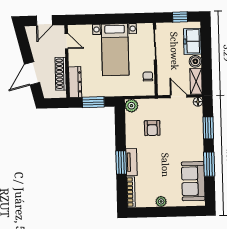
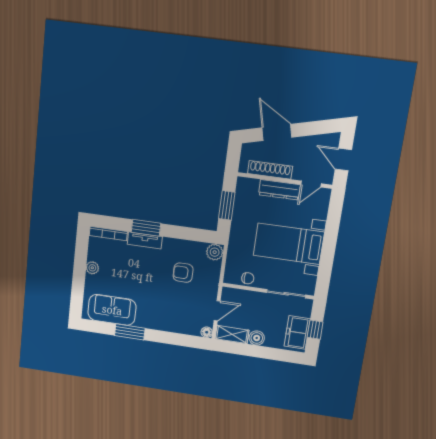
freezer: (192, 41) -> (297, 332), moved, turned -90
dresser: (75, 82) -> (279, 190), moved
window: (208, 128) -> (173, 339), removed

